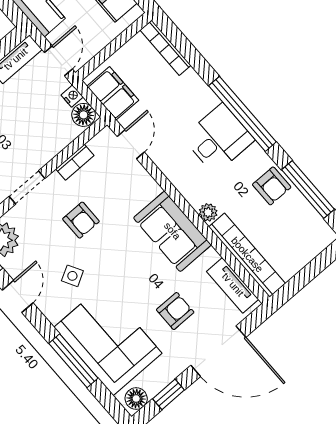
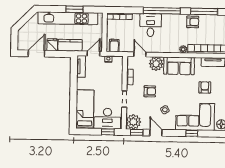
door: (58, 61) -> (93, 54), hinge flipped
filing cabinet: (113, 93) -> (114, 46), width x0.50
floor lamp: (84, 115) -> (117, 61), removed
desk: (219, 139) -> (151, 25), moved
plant: (140, 187) -> (156, 64), added
window: (73, 361) -> (192, 133), width x0.46

